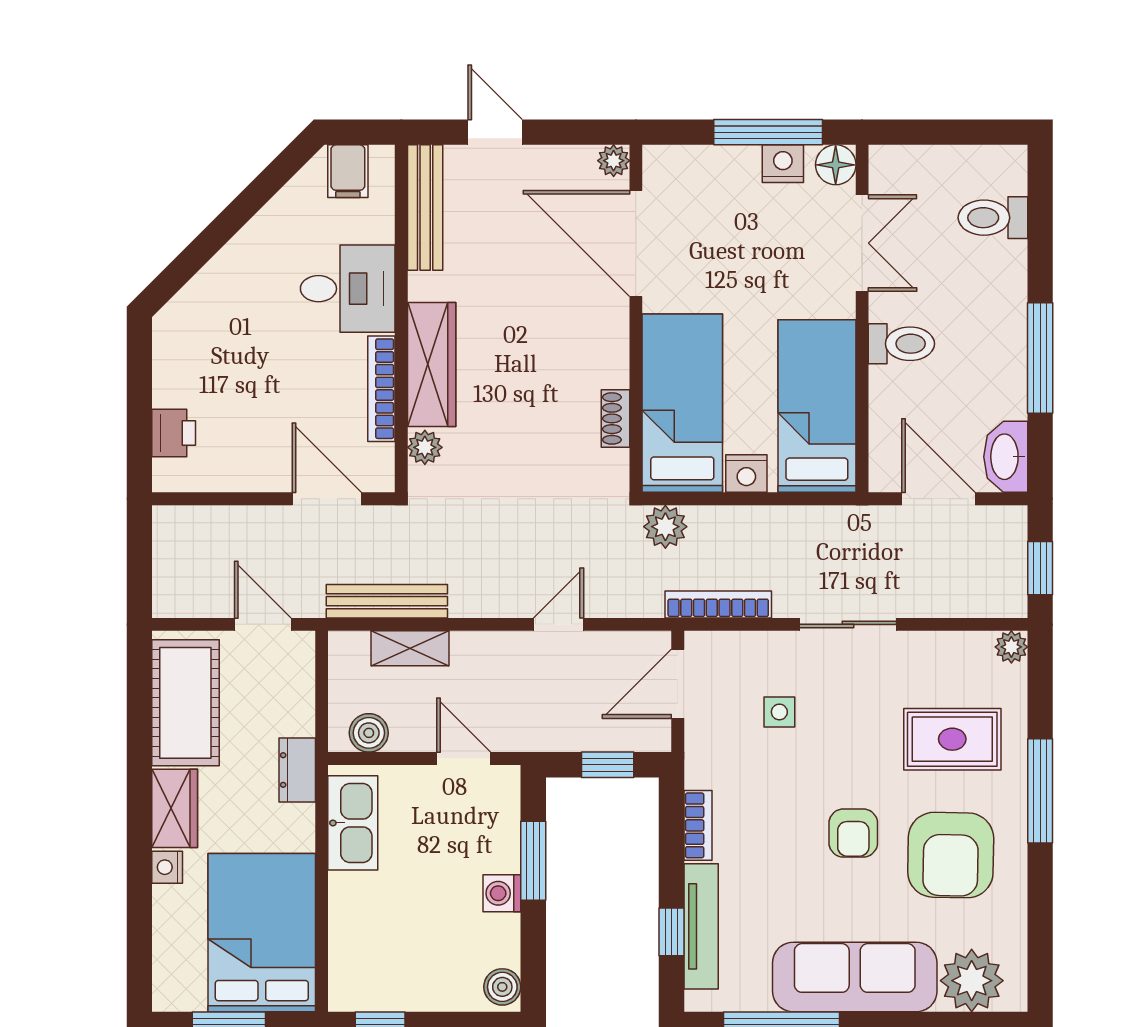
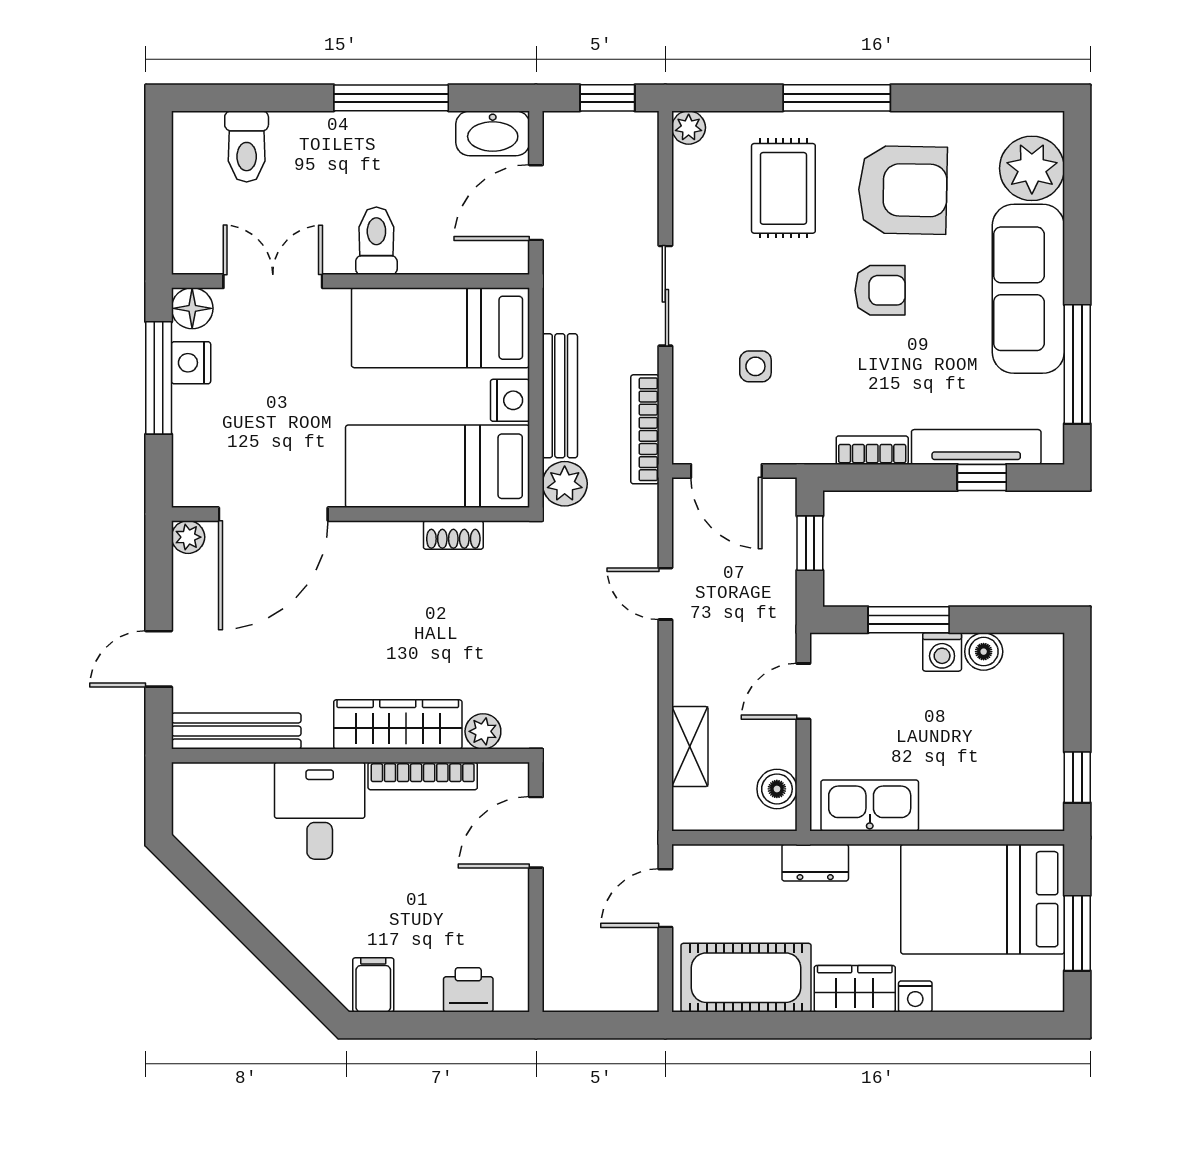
filing cabinet: (348, 171) -> (373, 985), moved, turned -90
bench: (387, 601) -> (560, 396), moved
boiler: (502, 987) -> (984, 652), moved

